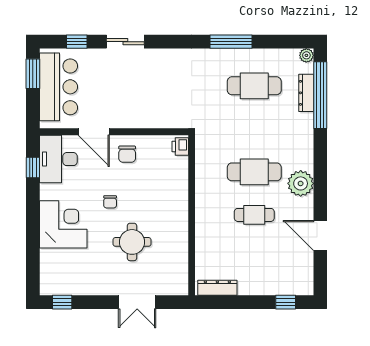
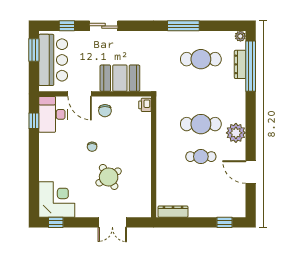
booth: (147, 111) -> (120, 78), added
corner desk: (63, 224) -> (57, 199), moved
round table: (132, 242) -> (109, 177), turned -32

